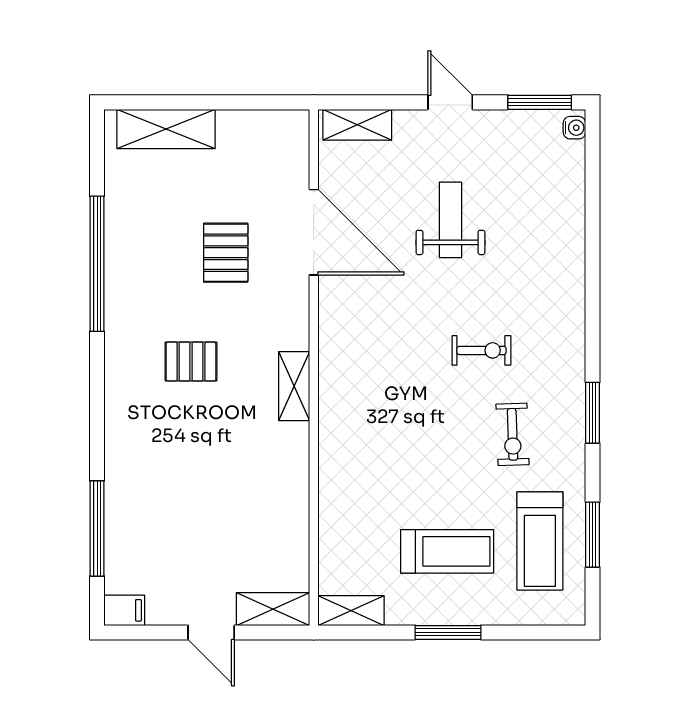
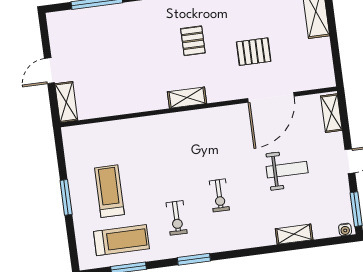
exercise bike: (512, 434) -> (177, 218), turned -88
treadmill: (540, 541) -> (121, 240), turned 180
treadmill: (447, 551) -> (109, 191), turned 180
filing cabinet: (124, 610) -> (55, 23), removed
shelving: (351, 611) -> (294, 234), moved, turned 90

